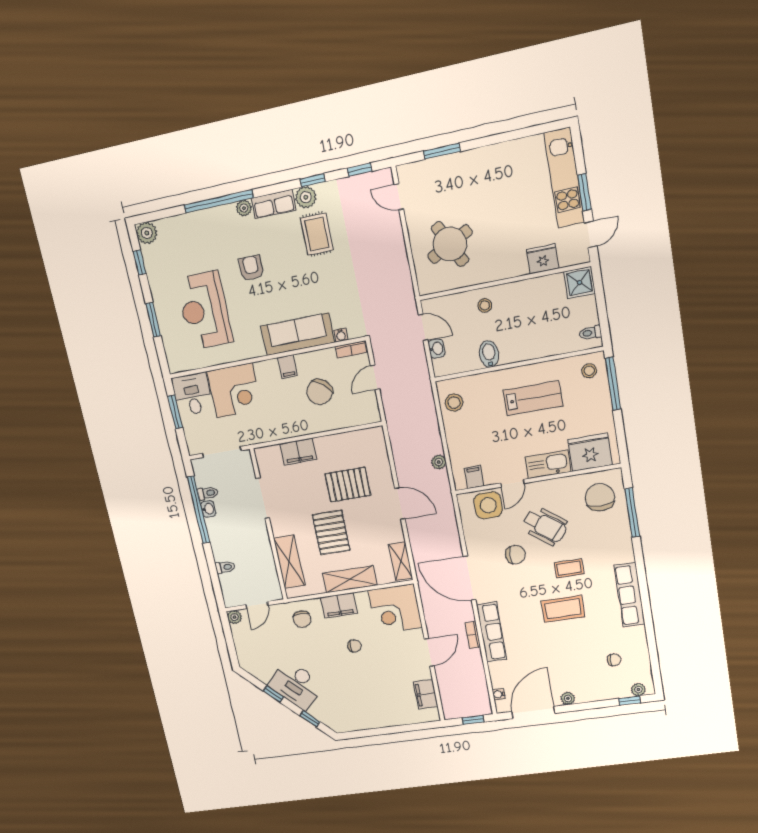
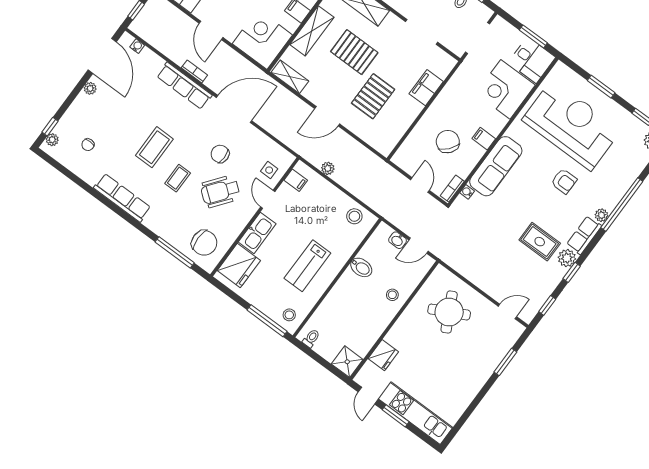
reception desk: (204, 310) -> (572, 125), width x1.36, depth x1.30
side table: (488, 505) -> (269, 170), width x0.54, depth x0.54
chair: (515, 555) -> (220, 154), turned 90

